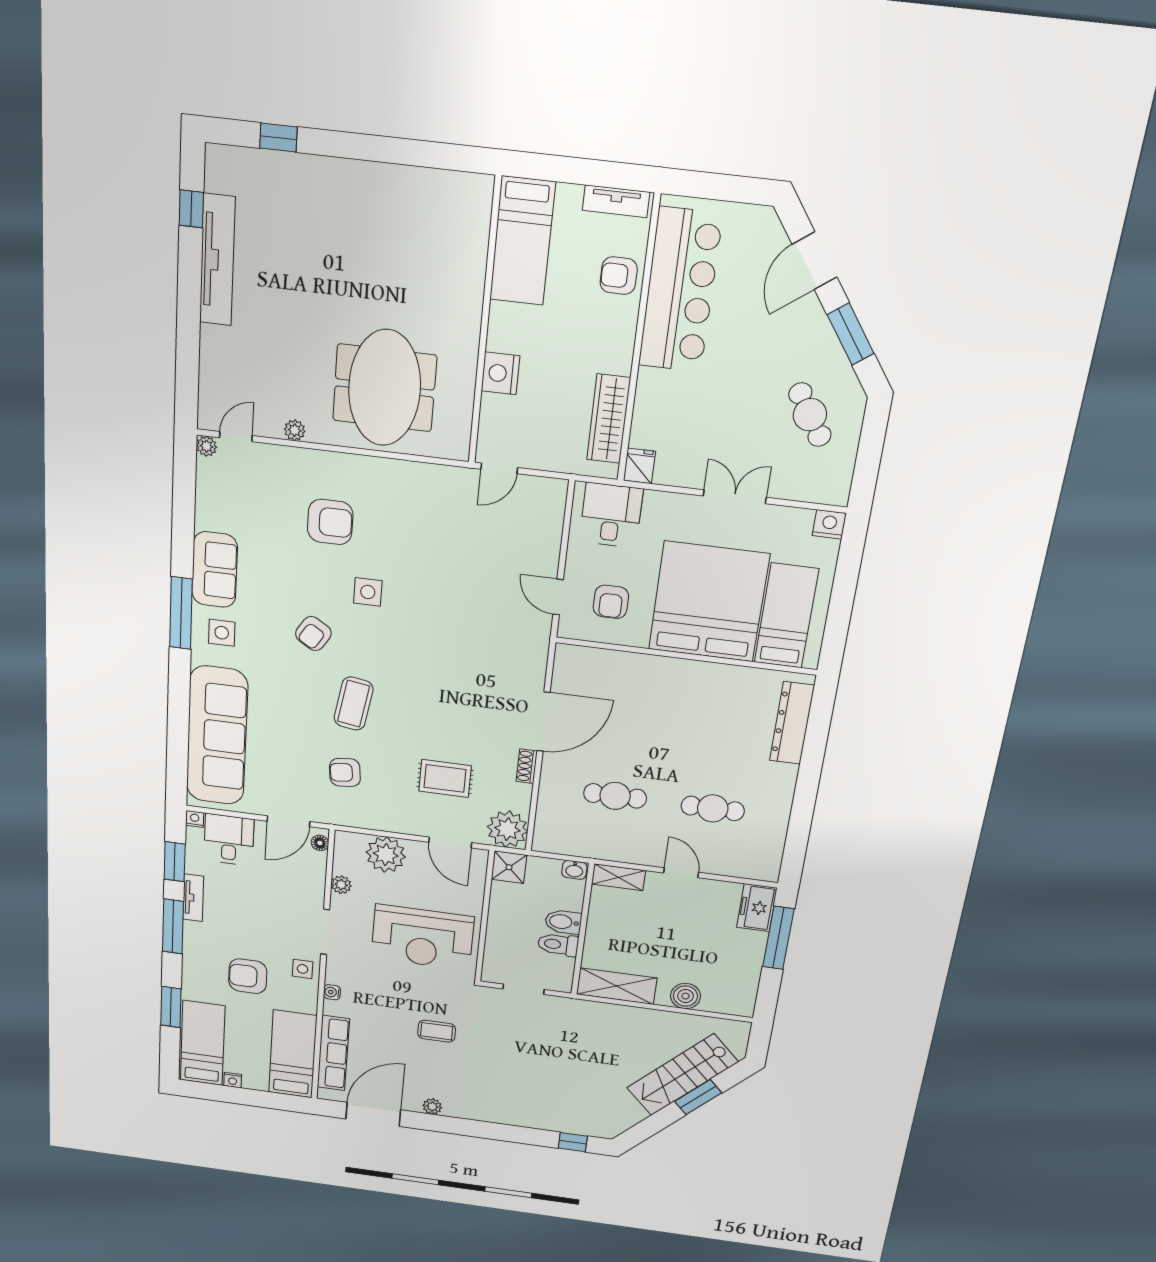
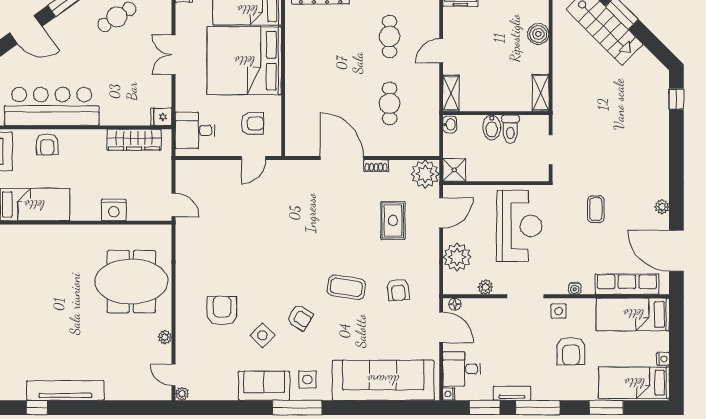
side table: (368, 592) -> (262, 335), moved, turned 45
shelving: (617, 986) -> (541, 93), width x0.67, depth x0.75

